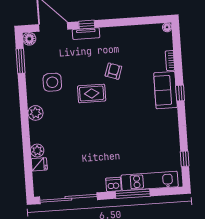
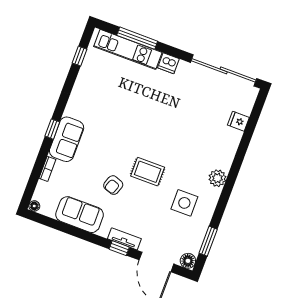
sofa: (129, 37) -> (80, 215), added
plant: (37, 151) -> (234, 137), removed
window: (133, 194) -> (137, 38), moved

